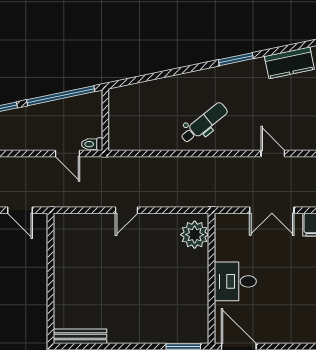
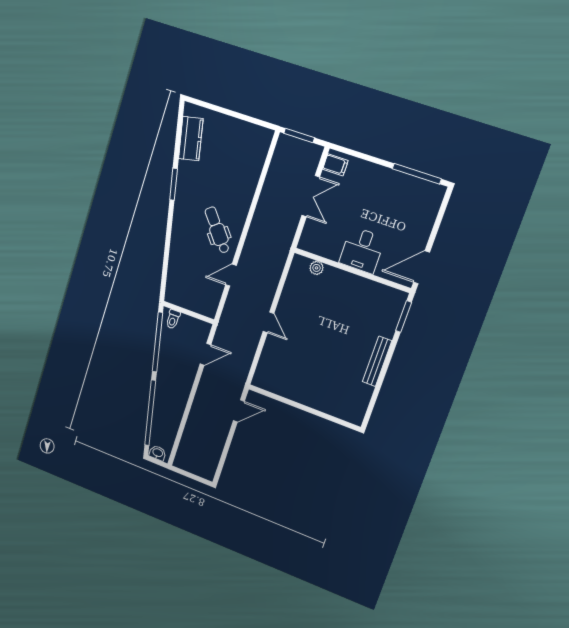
toilet: (92, 144) -> (173, 319), moved
door: (273, 153) -> (231, 275), moved
plant: (195, 235) -> (316, 268), width x0.53, depth x0.53
bench: (80, 336) -> (377, 361), moved

